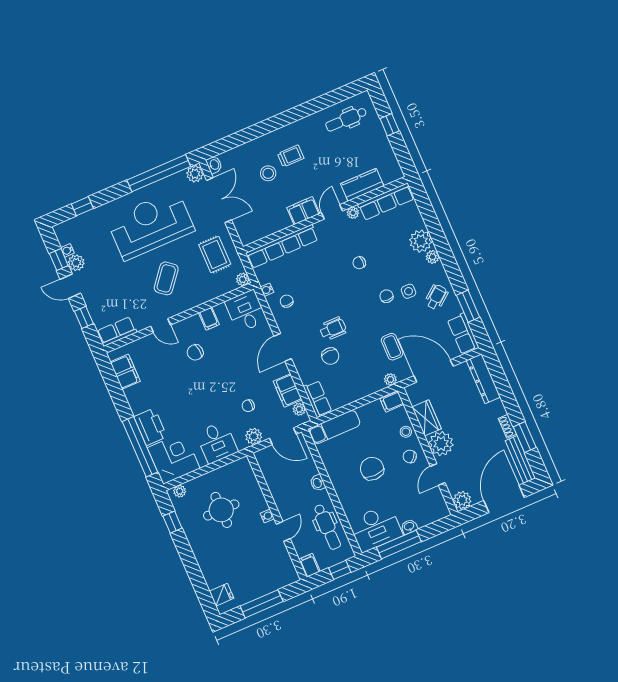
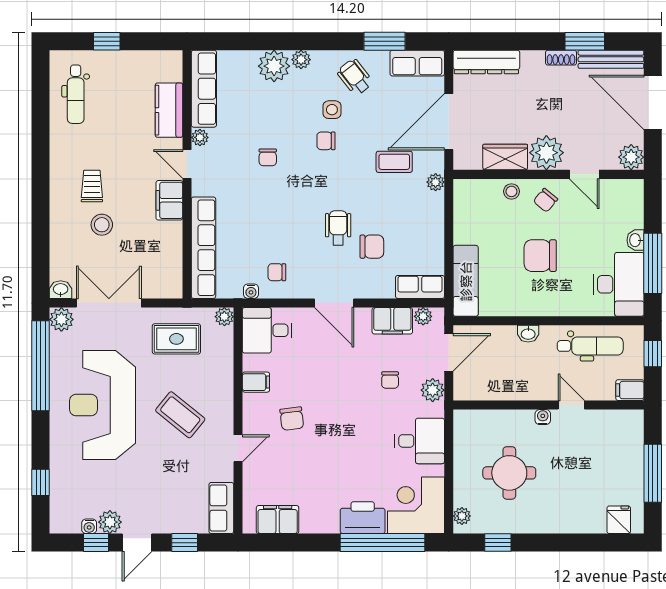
filing cabinet: (392, 402) -> (465, 193), removed

